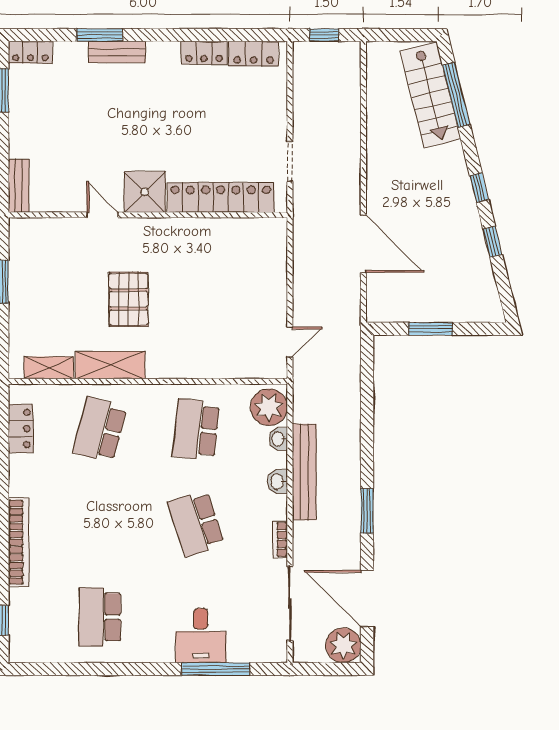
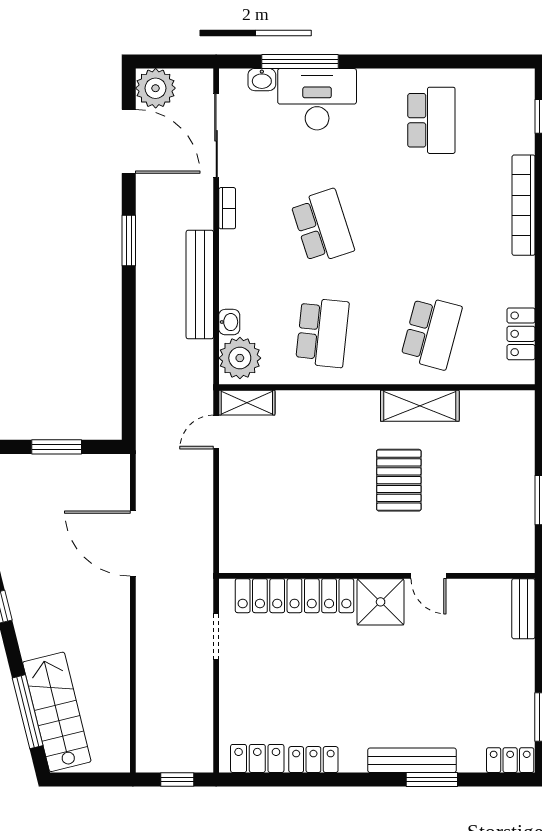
bench: (117, 52) -> (412, 760), width x1.36
shelving: (49, 368) -> (247, 403), moved
washbasin: (278, 482) -> (262, 80), moved, turned 90
desk: (201, 636) -> (317, 99), width x1.37

